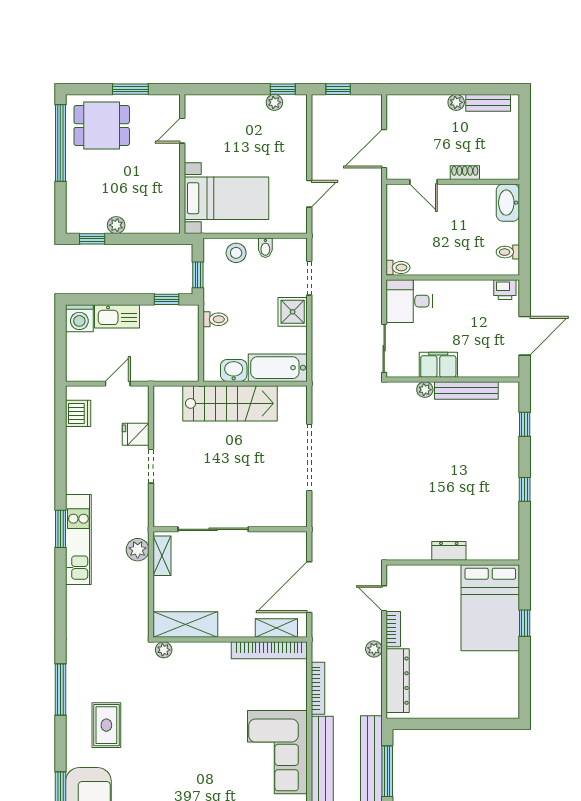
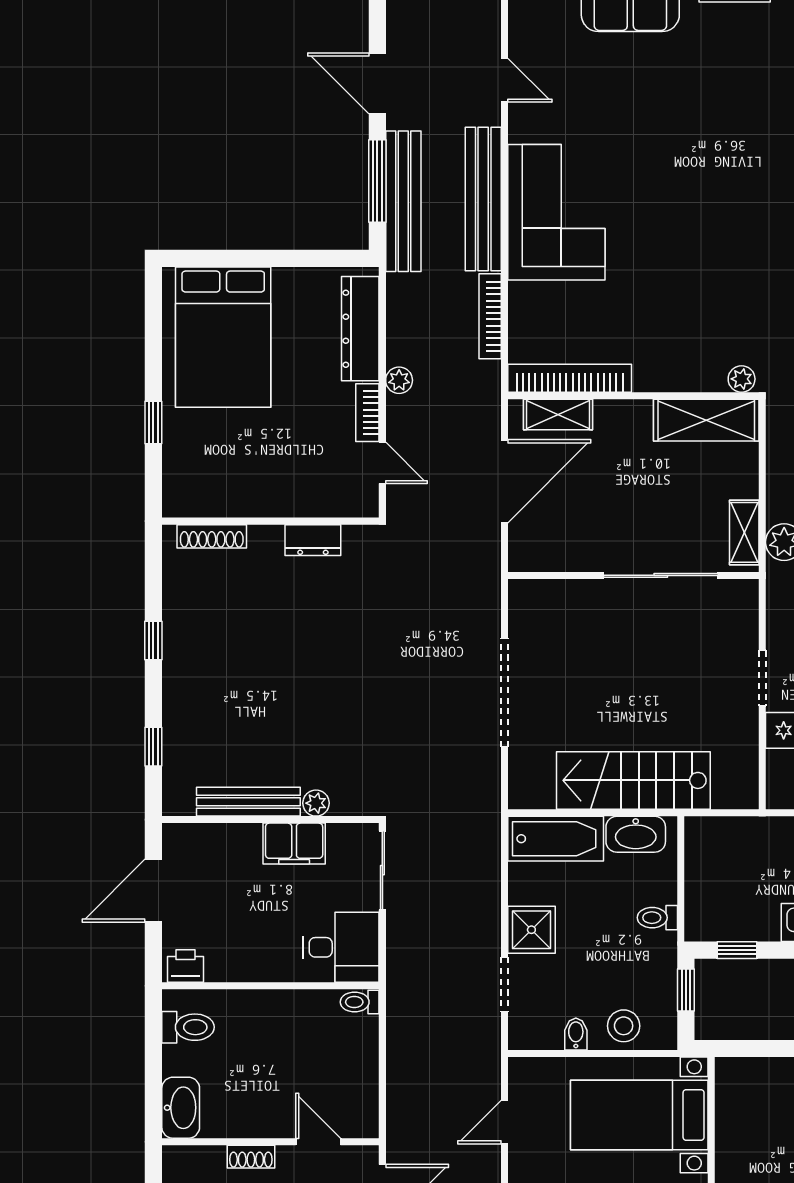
toilet: (508, 252) -> (188, 1027), width x1.37, depth x1.39
washbasin: (234, 370) -> (636, 834), width x1.38
dresser: (449, 551) -> (313, 540), moved
shoe rack: (489, 553) -> (212, 536), added
bed: (490, 608) -> (223, 337), moved, turned 180

